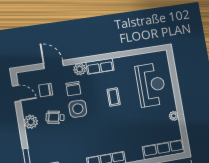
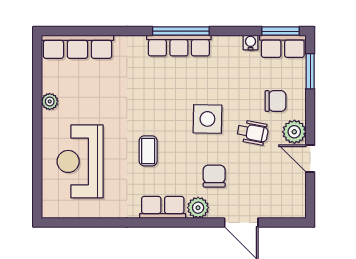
chair: (46, 90) -> (275, 101), moved
door: (17, 93) -> (310, 159), moved
side table: (78, 109) -> (207, 119), moved

